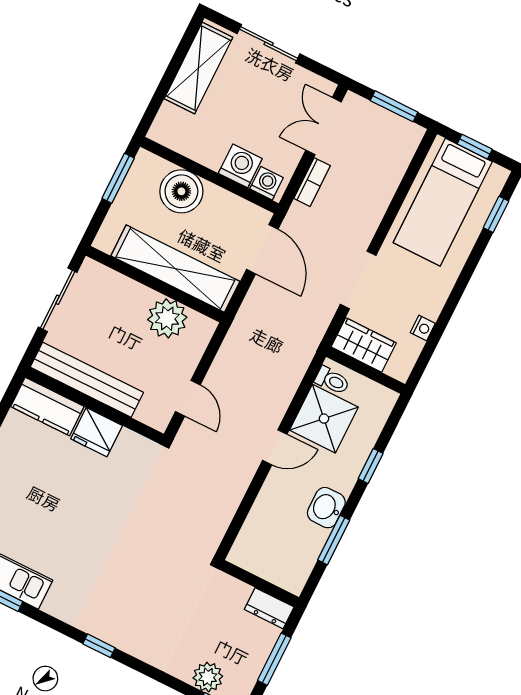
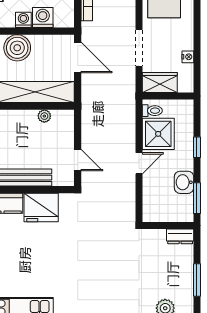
washing machine: (267, 183) -> (23, 20), moved
plant: (167, 318) -> (44, 116), width x0.53, depth x0.53
fridge: (97, 432) -> (41, 207), width x1.36, depth x1.34
wall: (259, 583) -> (168, 225), moved
dresser: (269, 608) -> (180, 236), moved

